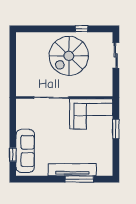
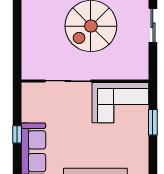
window: (13, 155) -> (17, 134), moved

